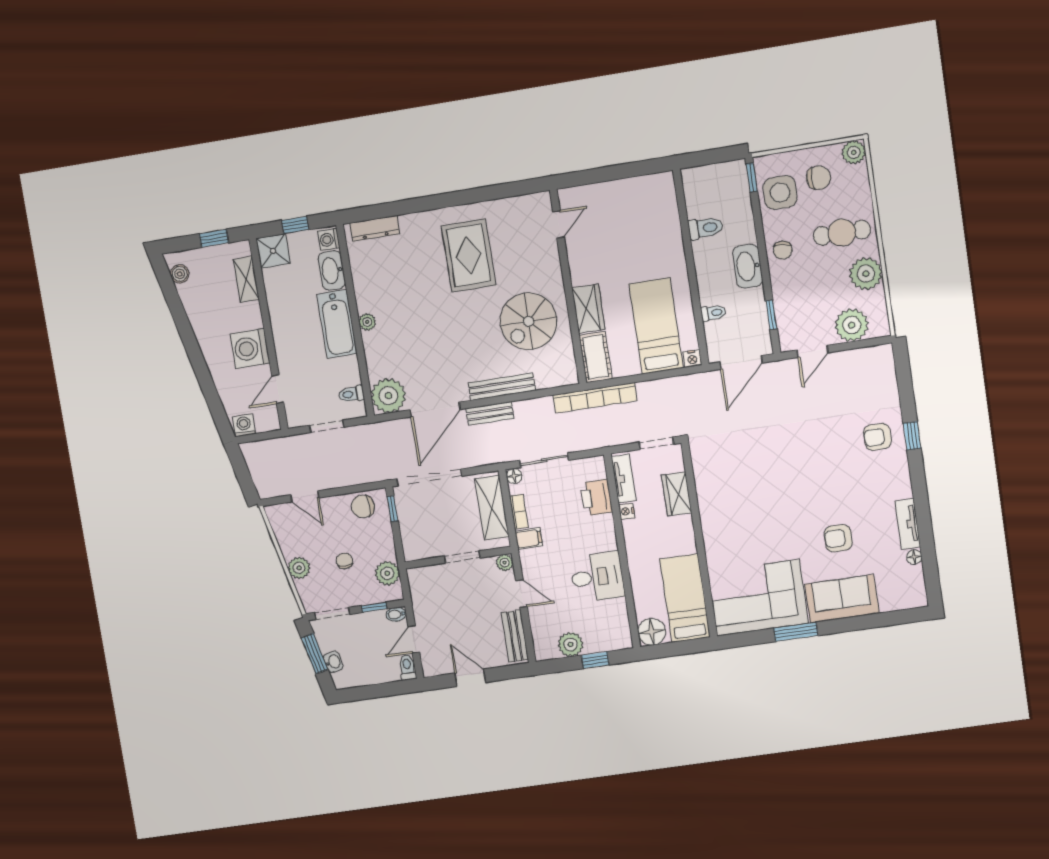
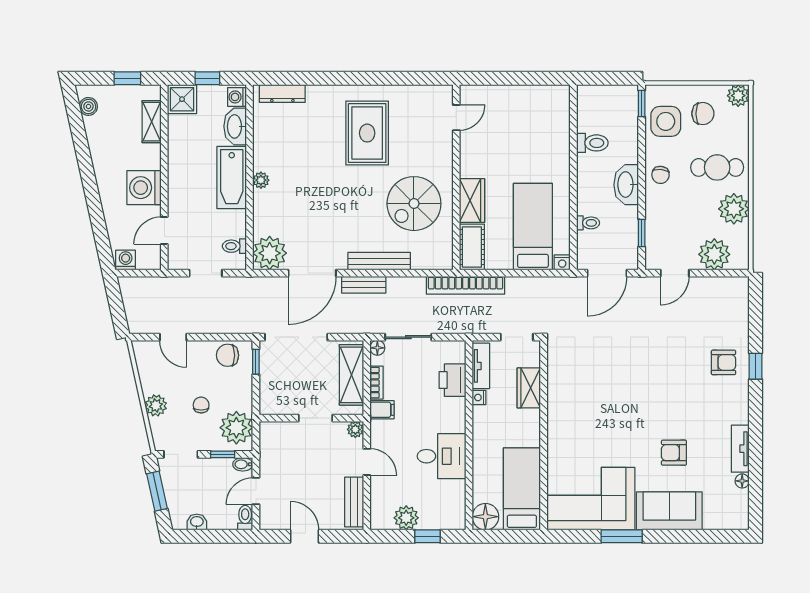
armchair: (877, 437) -> (724, 362), turned 180
plant: (387, 573) -> (236, 428), width x1.36, depth x1.36
washbasin: (333, 662) -> (197, 522), moved, turned -78

